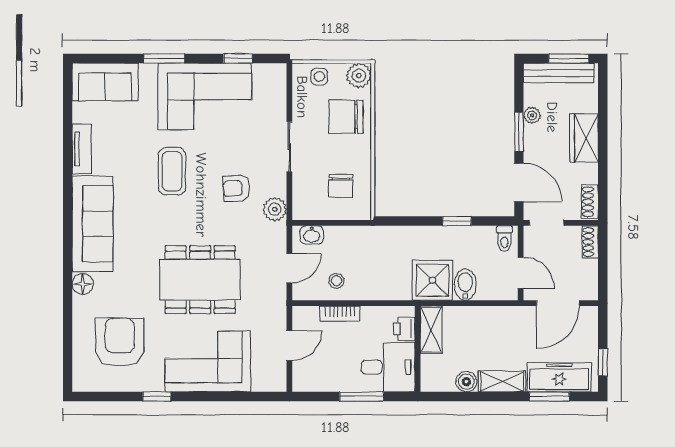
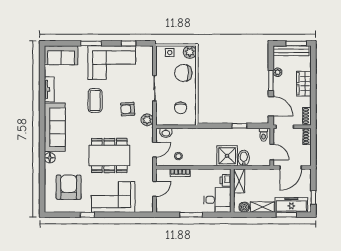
printer: (404, 329) -> (226, 180), moved
shelving: (431, 330) -> (239, 181), moved
wall: (418, 349) -> (232, 191), moved
desk: (388, 367) -> (217, 200), moved

